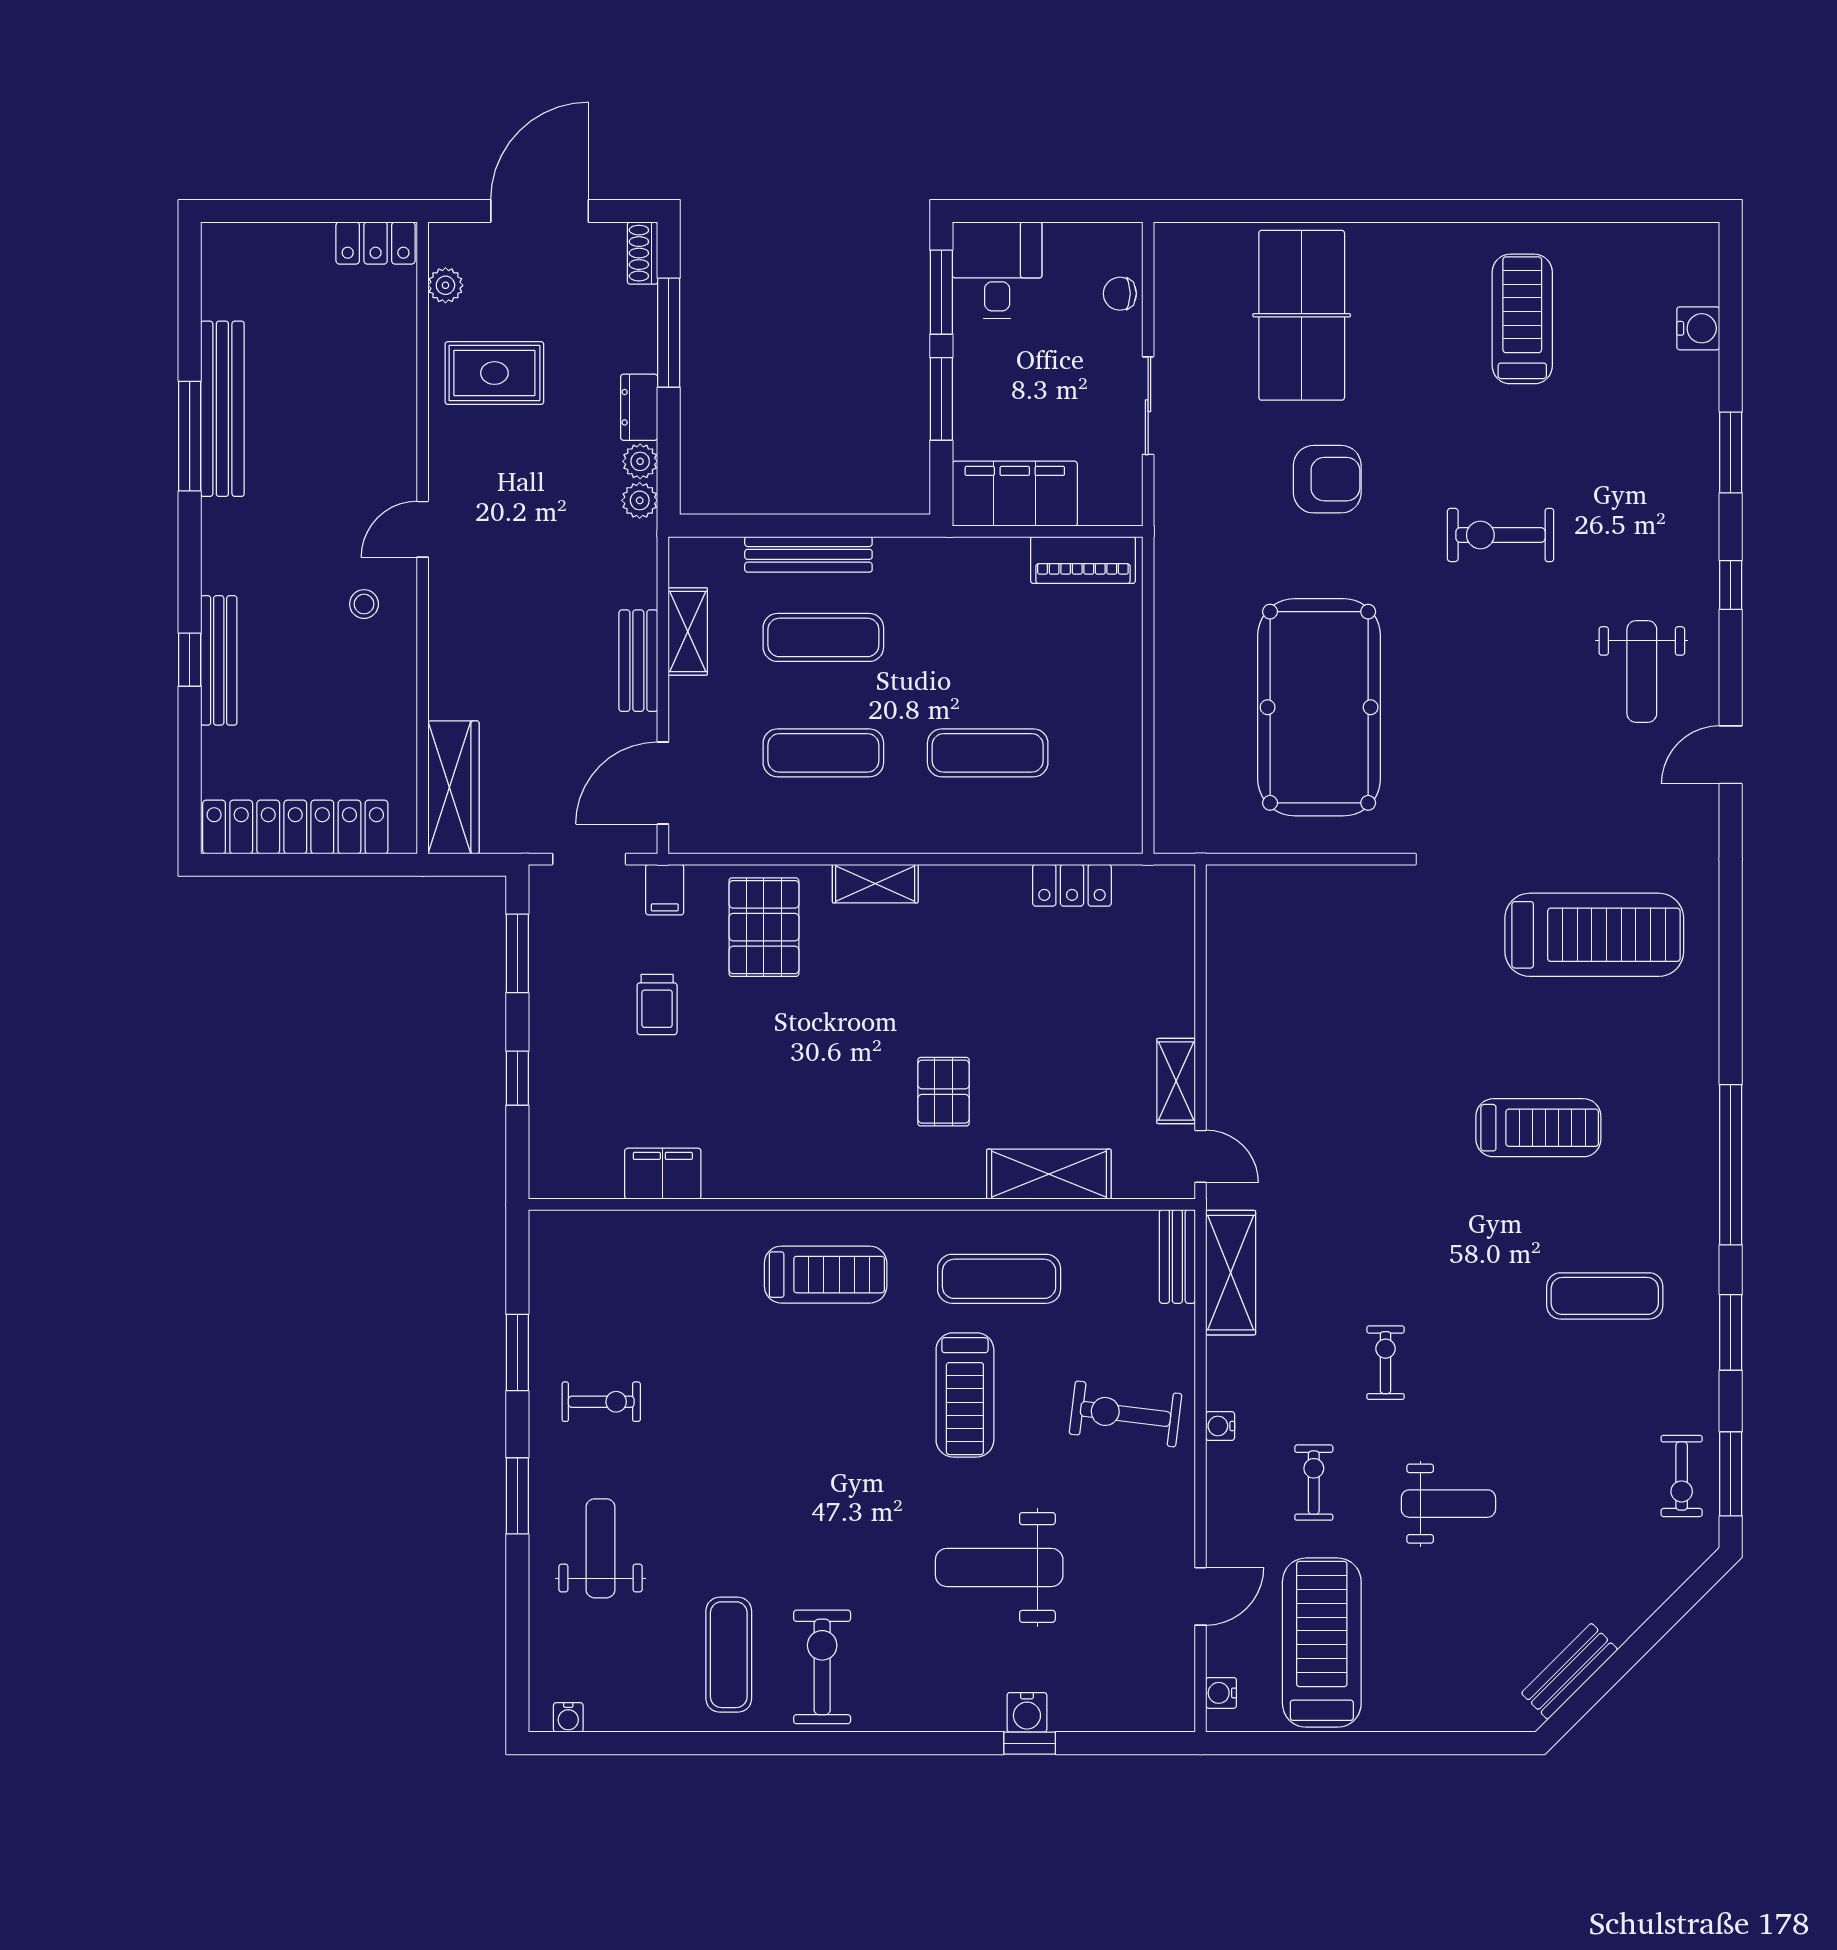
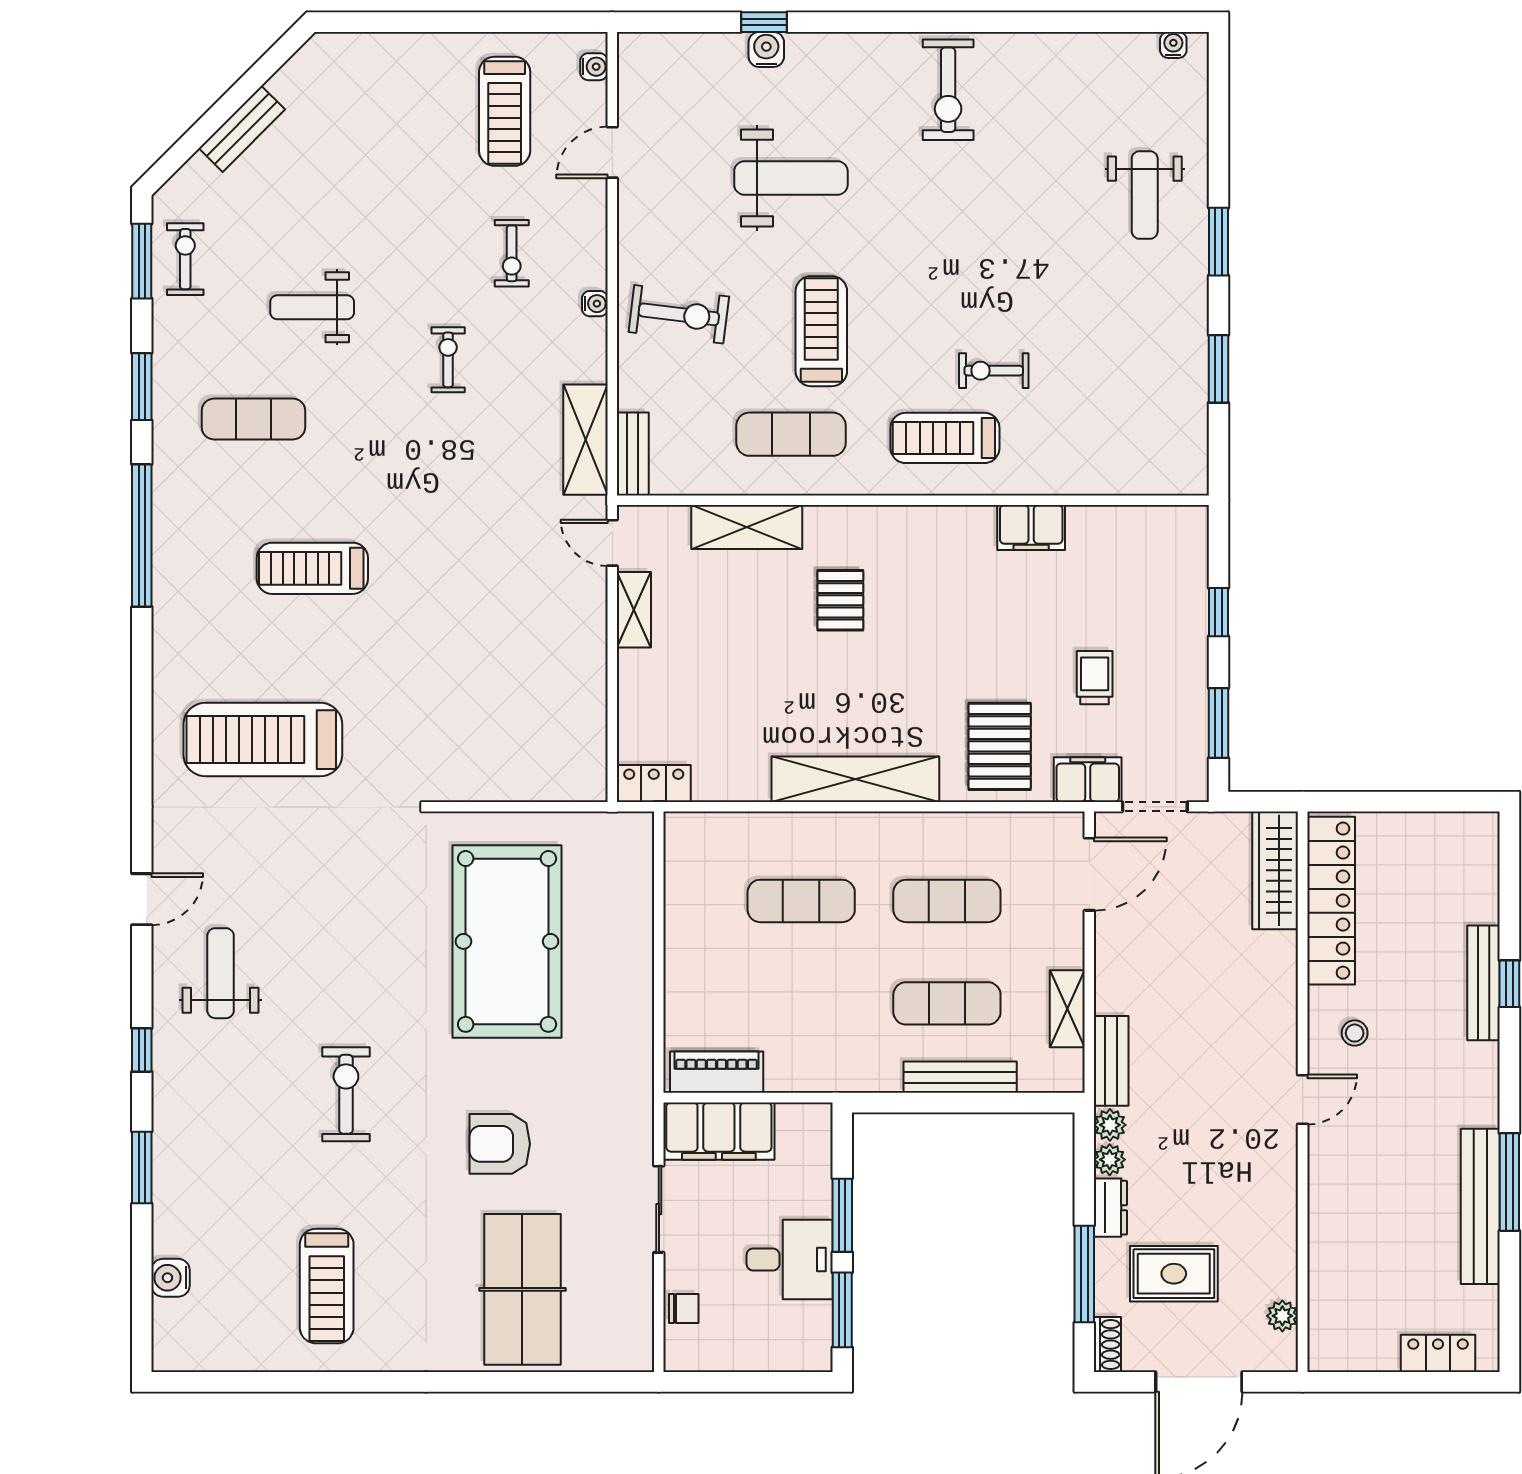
locker: (376, 243) -> (1438, 1353), moved
desk: (997, 270) -> (790, 1260), moved, turned -90
rug: (494, 373) -> (1174, 1274), moved
filing cabinet: (1015, 494) -> (719, 1131), moved
exercise bike: (1501, 535) -> (346, 1094), turned -90
bench: (638, 661) -> (1111, 1061), moved
locker: (295, 827) -> (1331, 901), moved, turned -90
shelving: (875, 884) -> (855, 779), width x2.20, depth x1.33
locker: (1072, 885) -> (654, 783), moved
filing cabinet: (665, 890) -> (1088, 780), width x2.00
filing cabinet: (663, 1174) -> (1031, 528), moved
exercise bike: (1386, 1363) -> (448, 360), turned 180
exercise bike: (601, 1402) -> (994, 371), moved
weight bench: (1448, 1504) -> (312, 307), moved
treadmill: (1322, 1643) -> (505, 111), width x0.73, depth x0.73
exercise mat: (729, 1655) -> (1031, 101), removed
bench: (1570, 1671) -> (242, 129), moved

